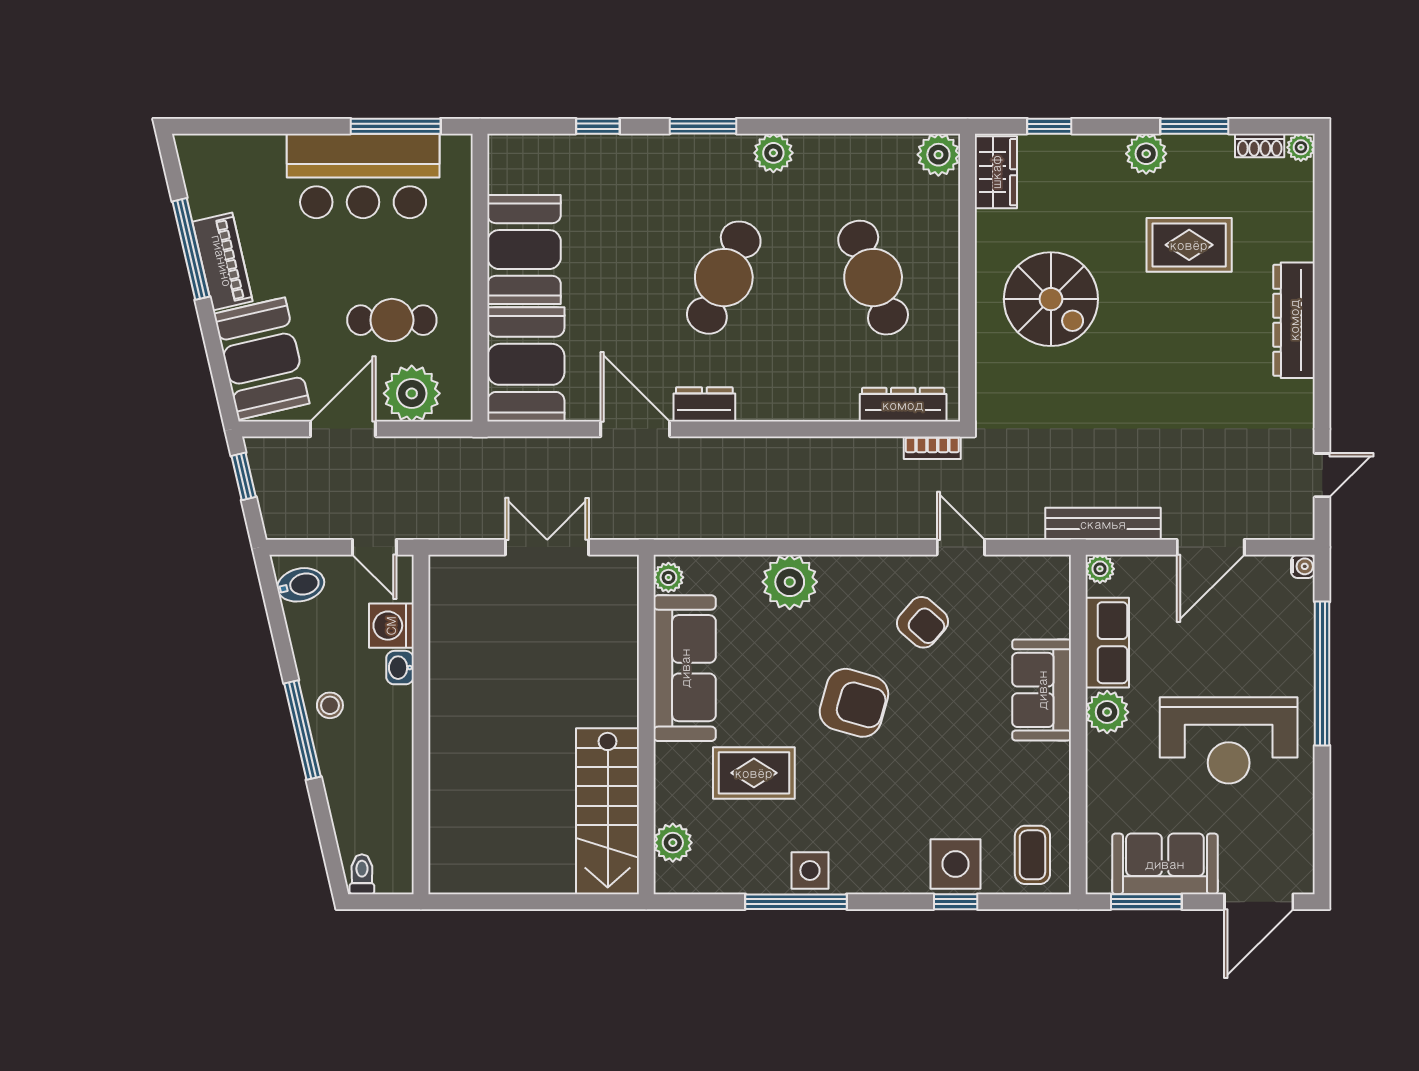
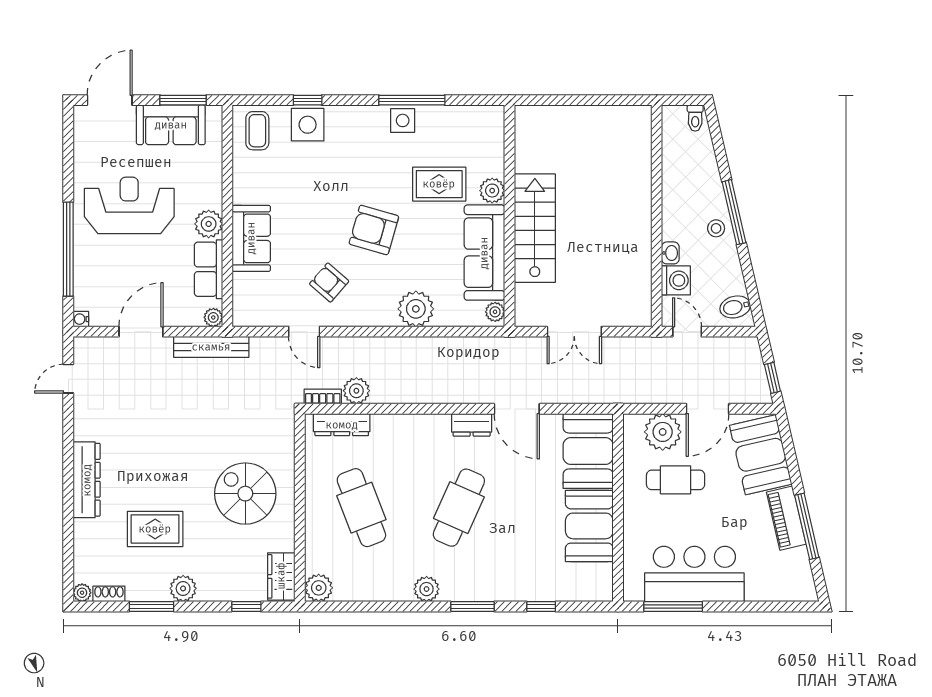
plant: (881, 457) -> (356, 391), added
stairs: (608, 811) -> (535, 228), moved
plant: (673, 843) -> (492, 191), moved

